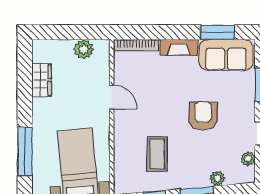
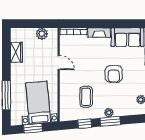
window: (218, 32) -> (122, 24), removed
armchair: (203, 116) -> (114, 74), turned 180
plant: (217, 178) -> (109, 113), moved

